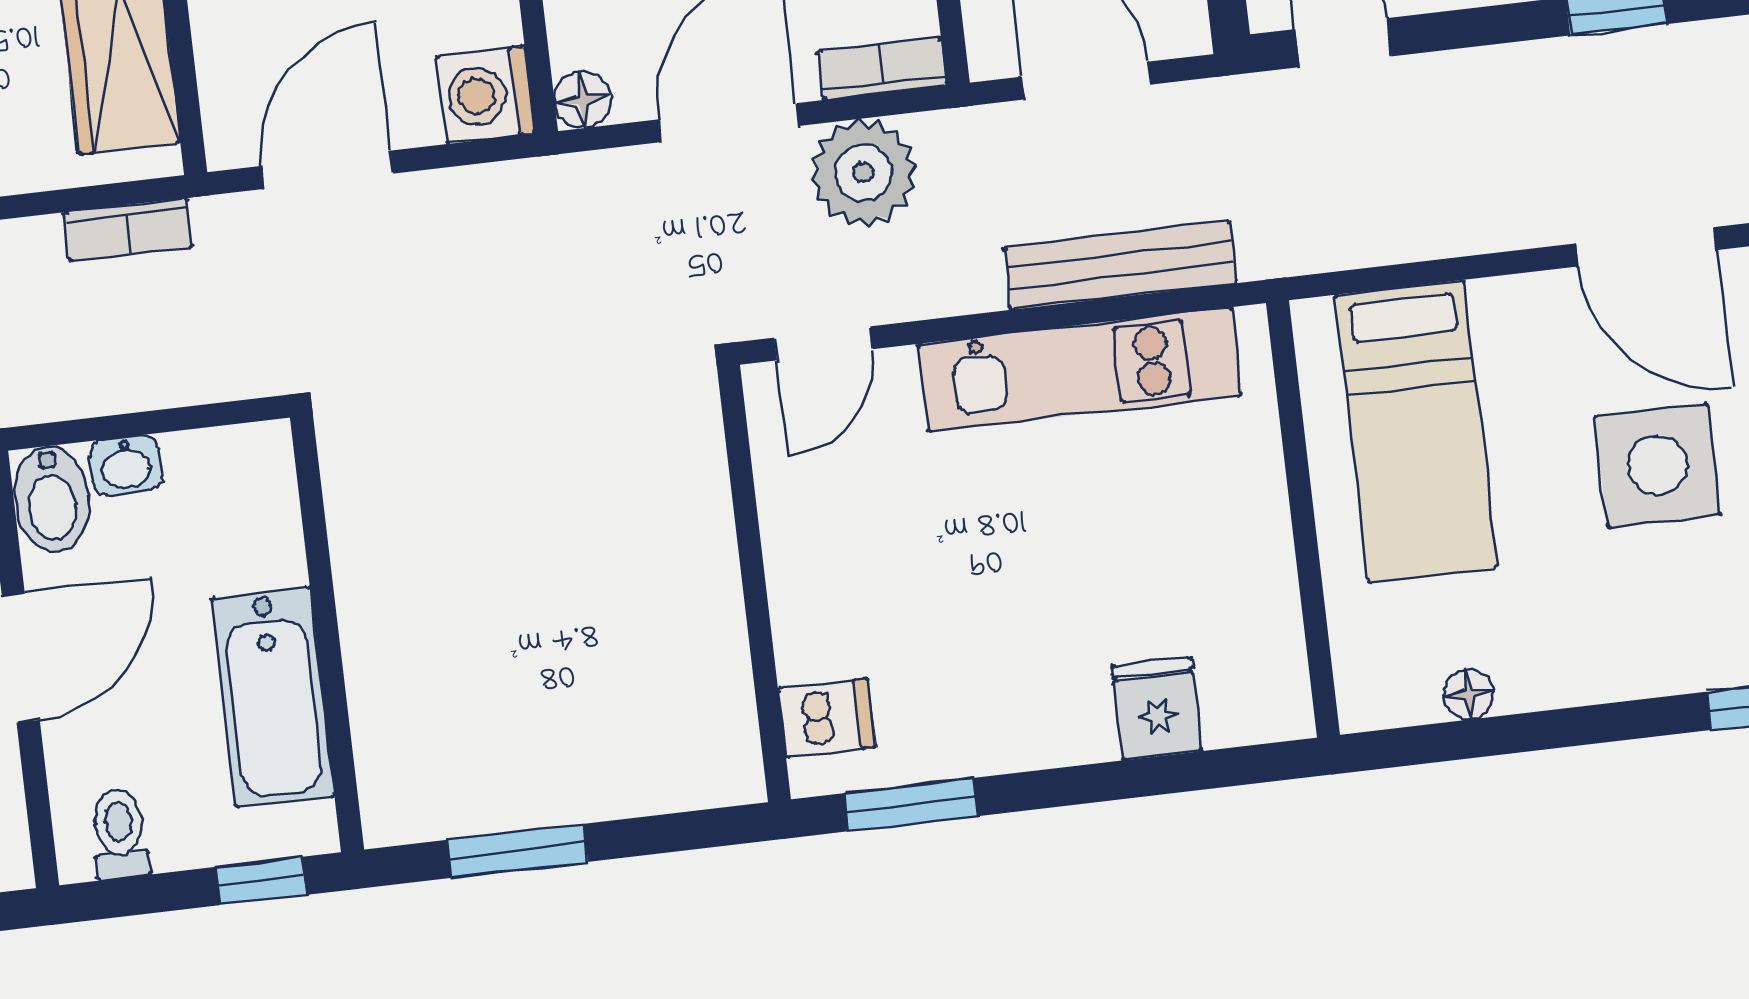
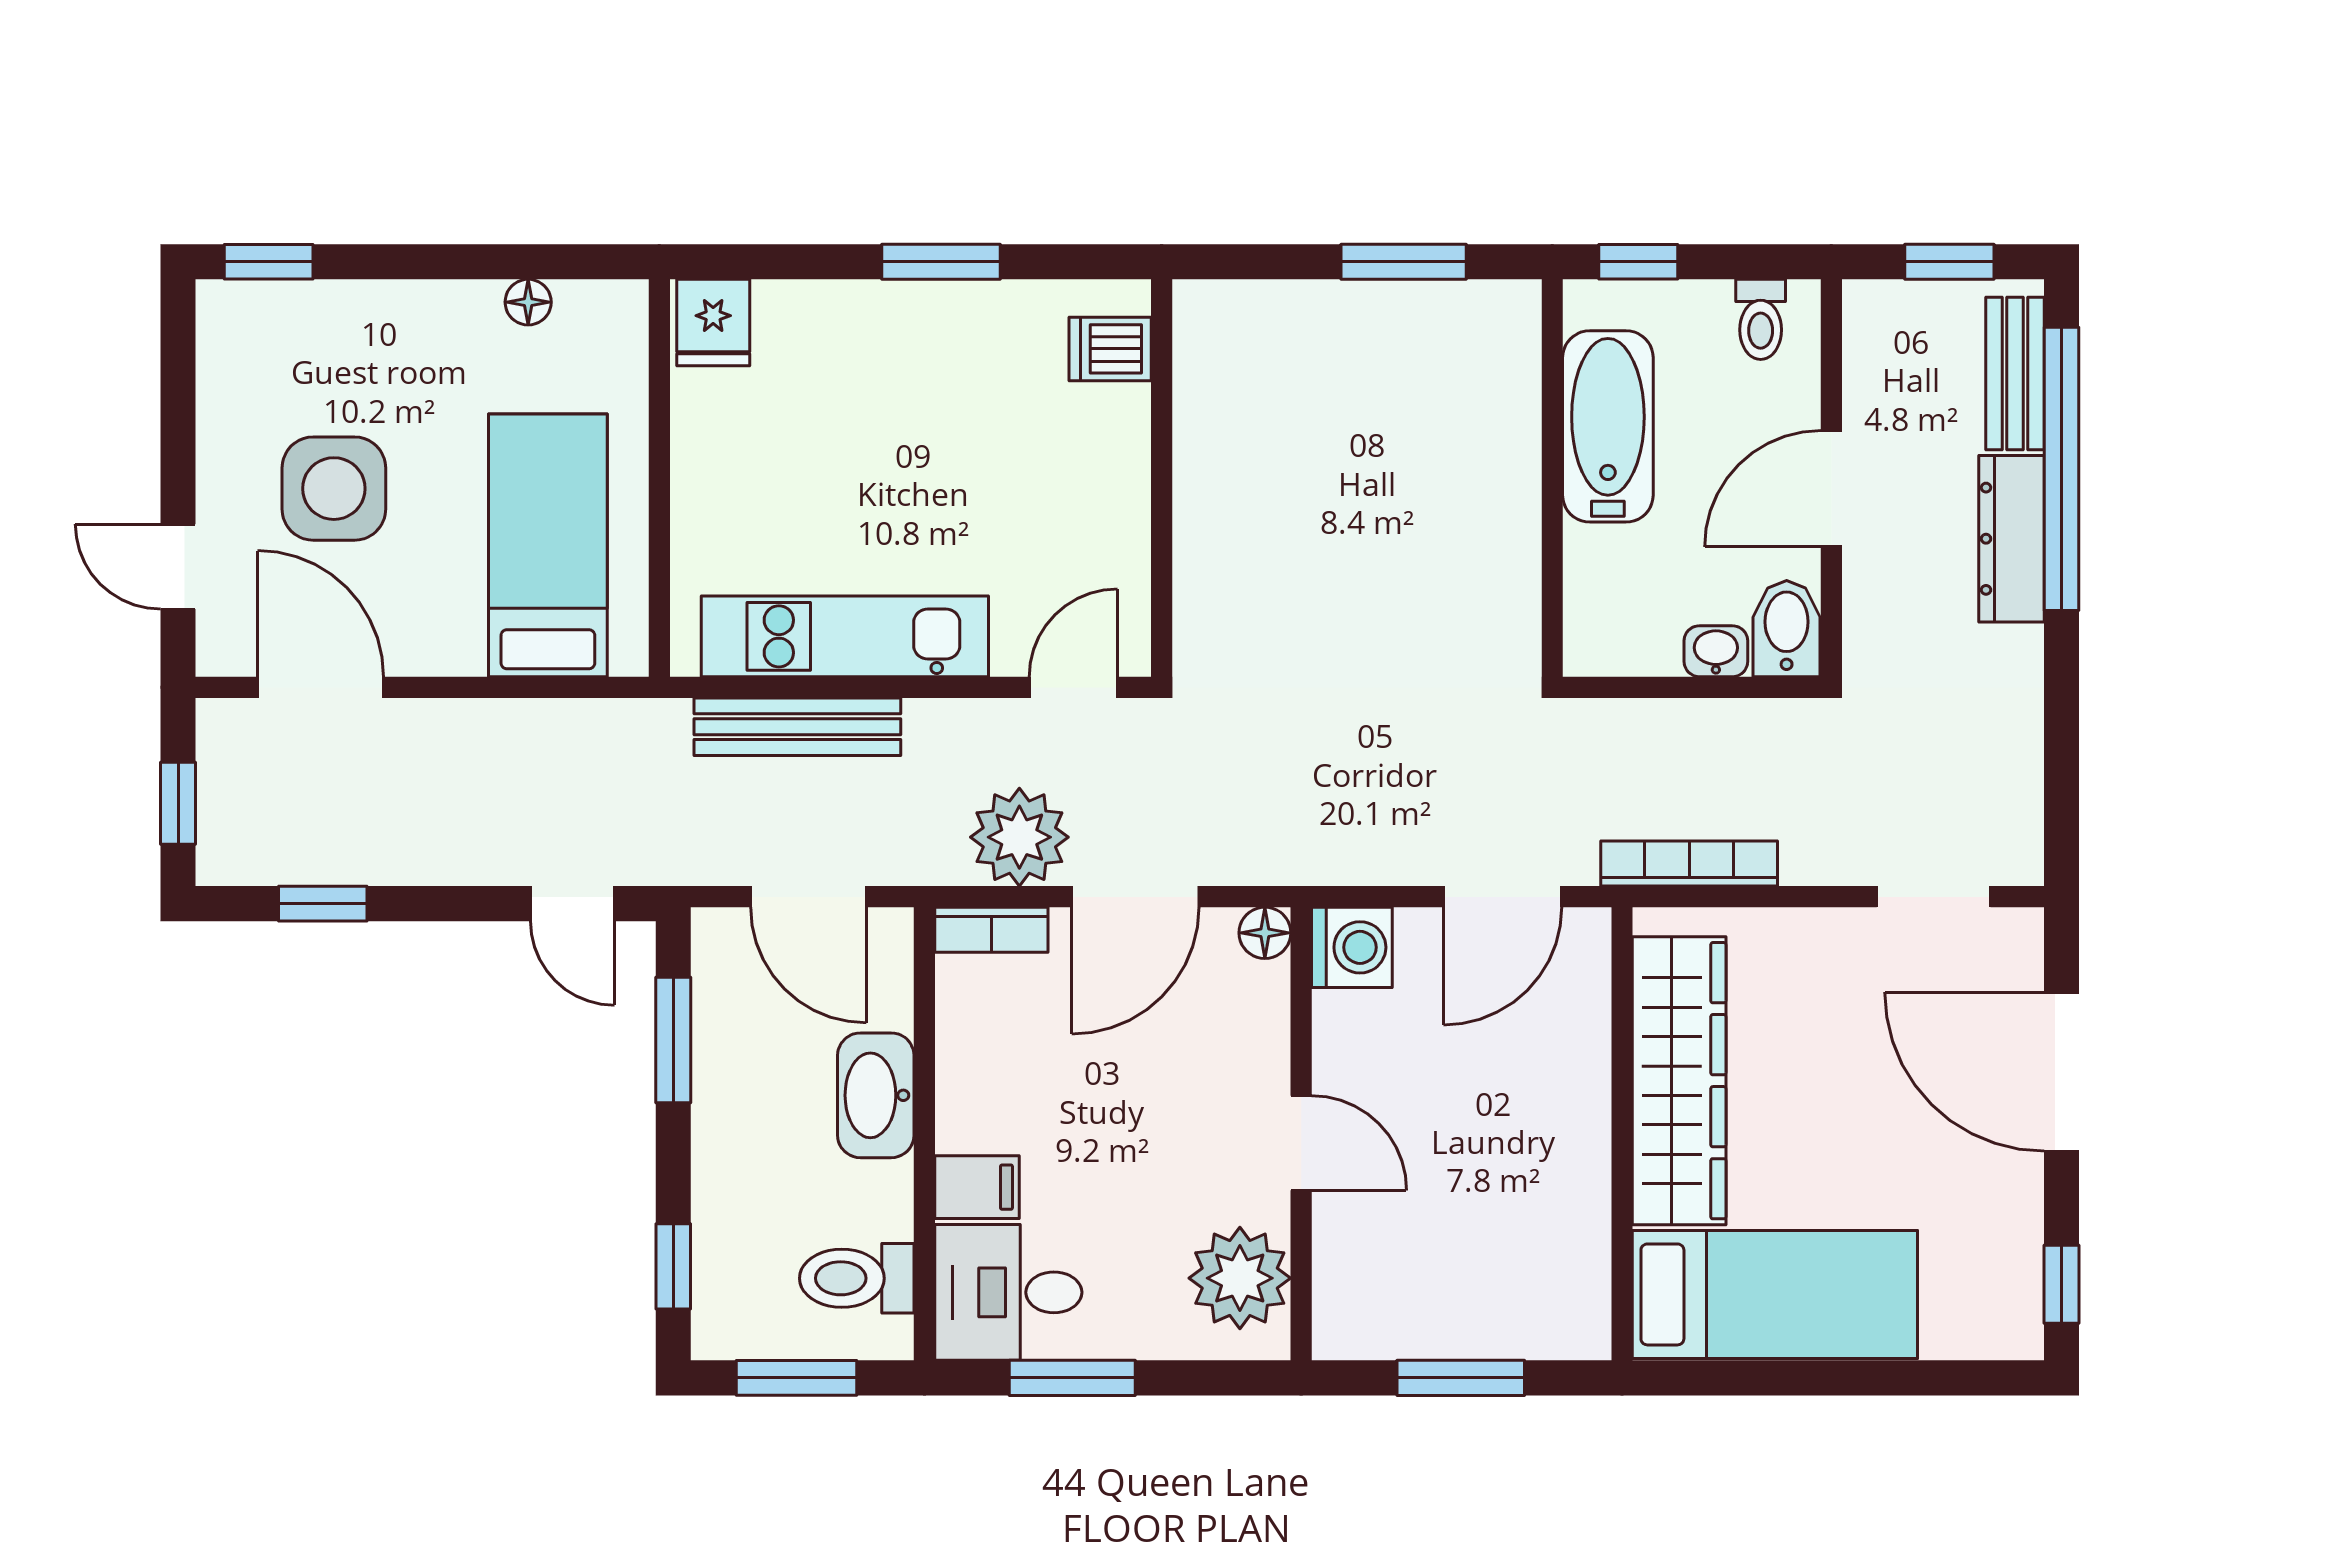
bookcase: (128, 230) -> (1689, 864), width x1.56
fridge: (1157, 708) -> (713, 323), moved
window: (911, 805) -> (941, 262), moved

